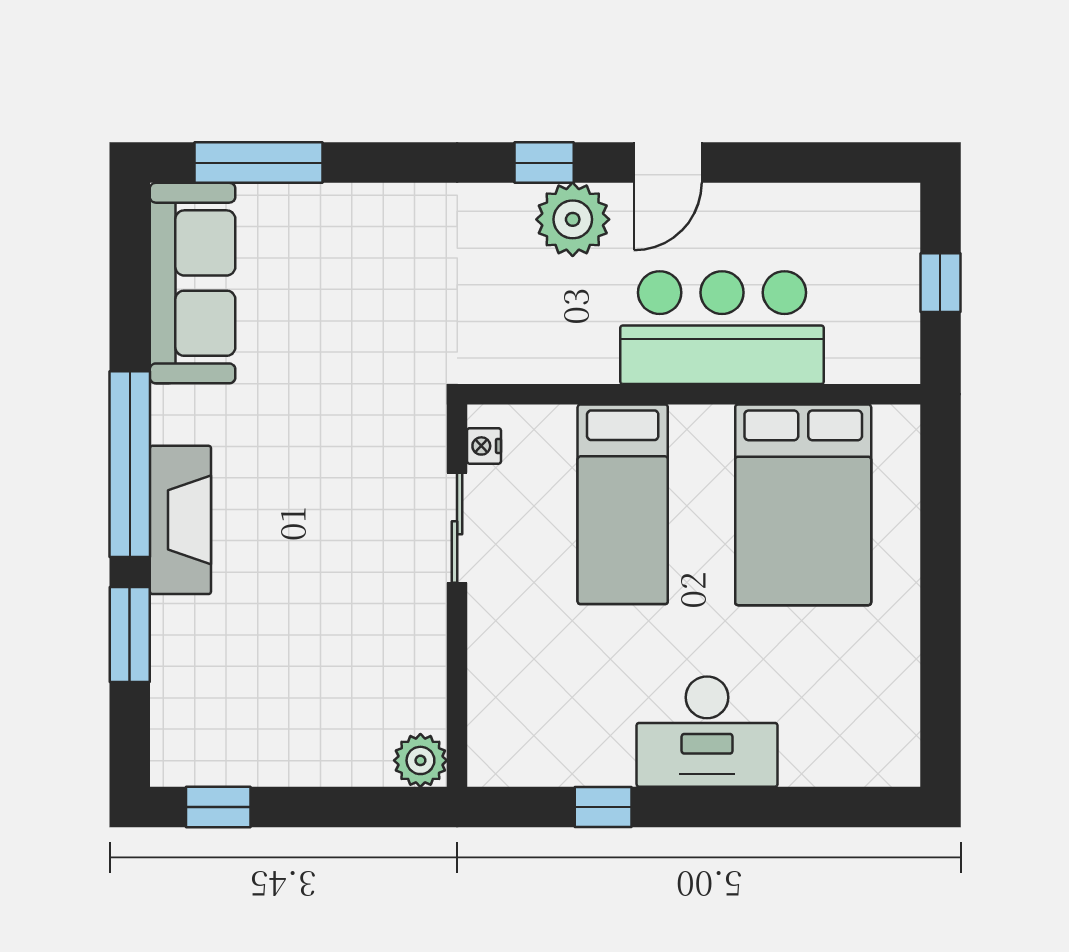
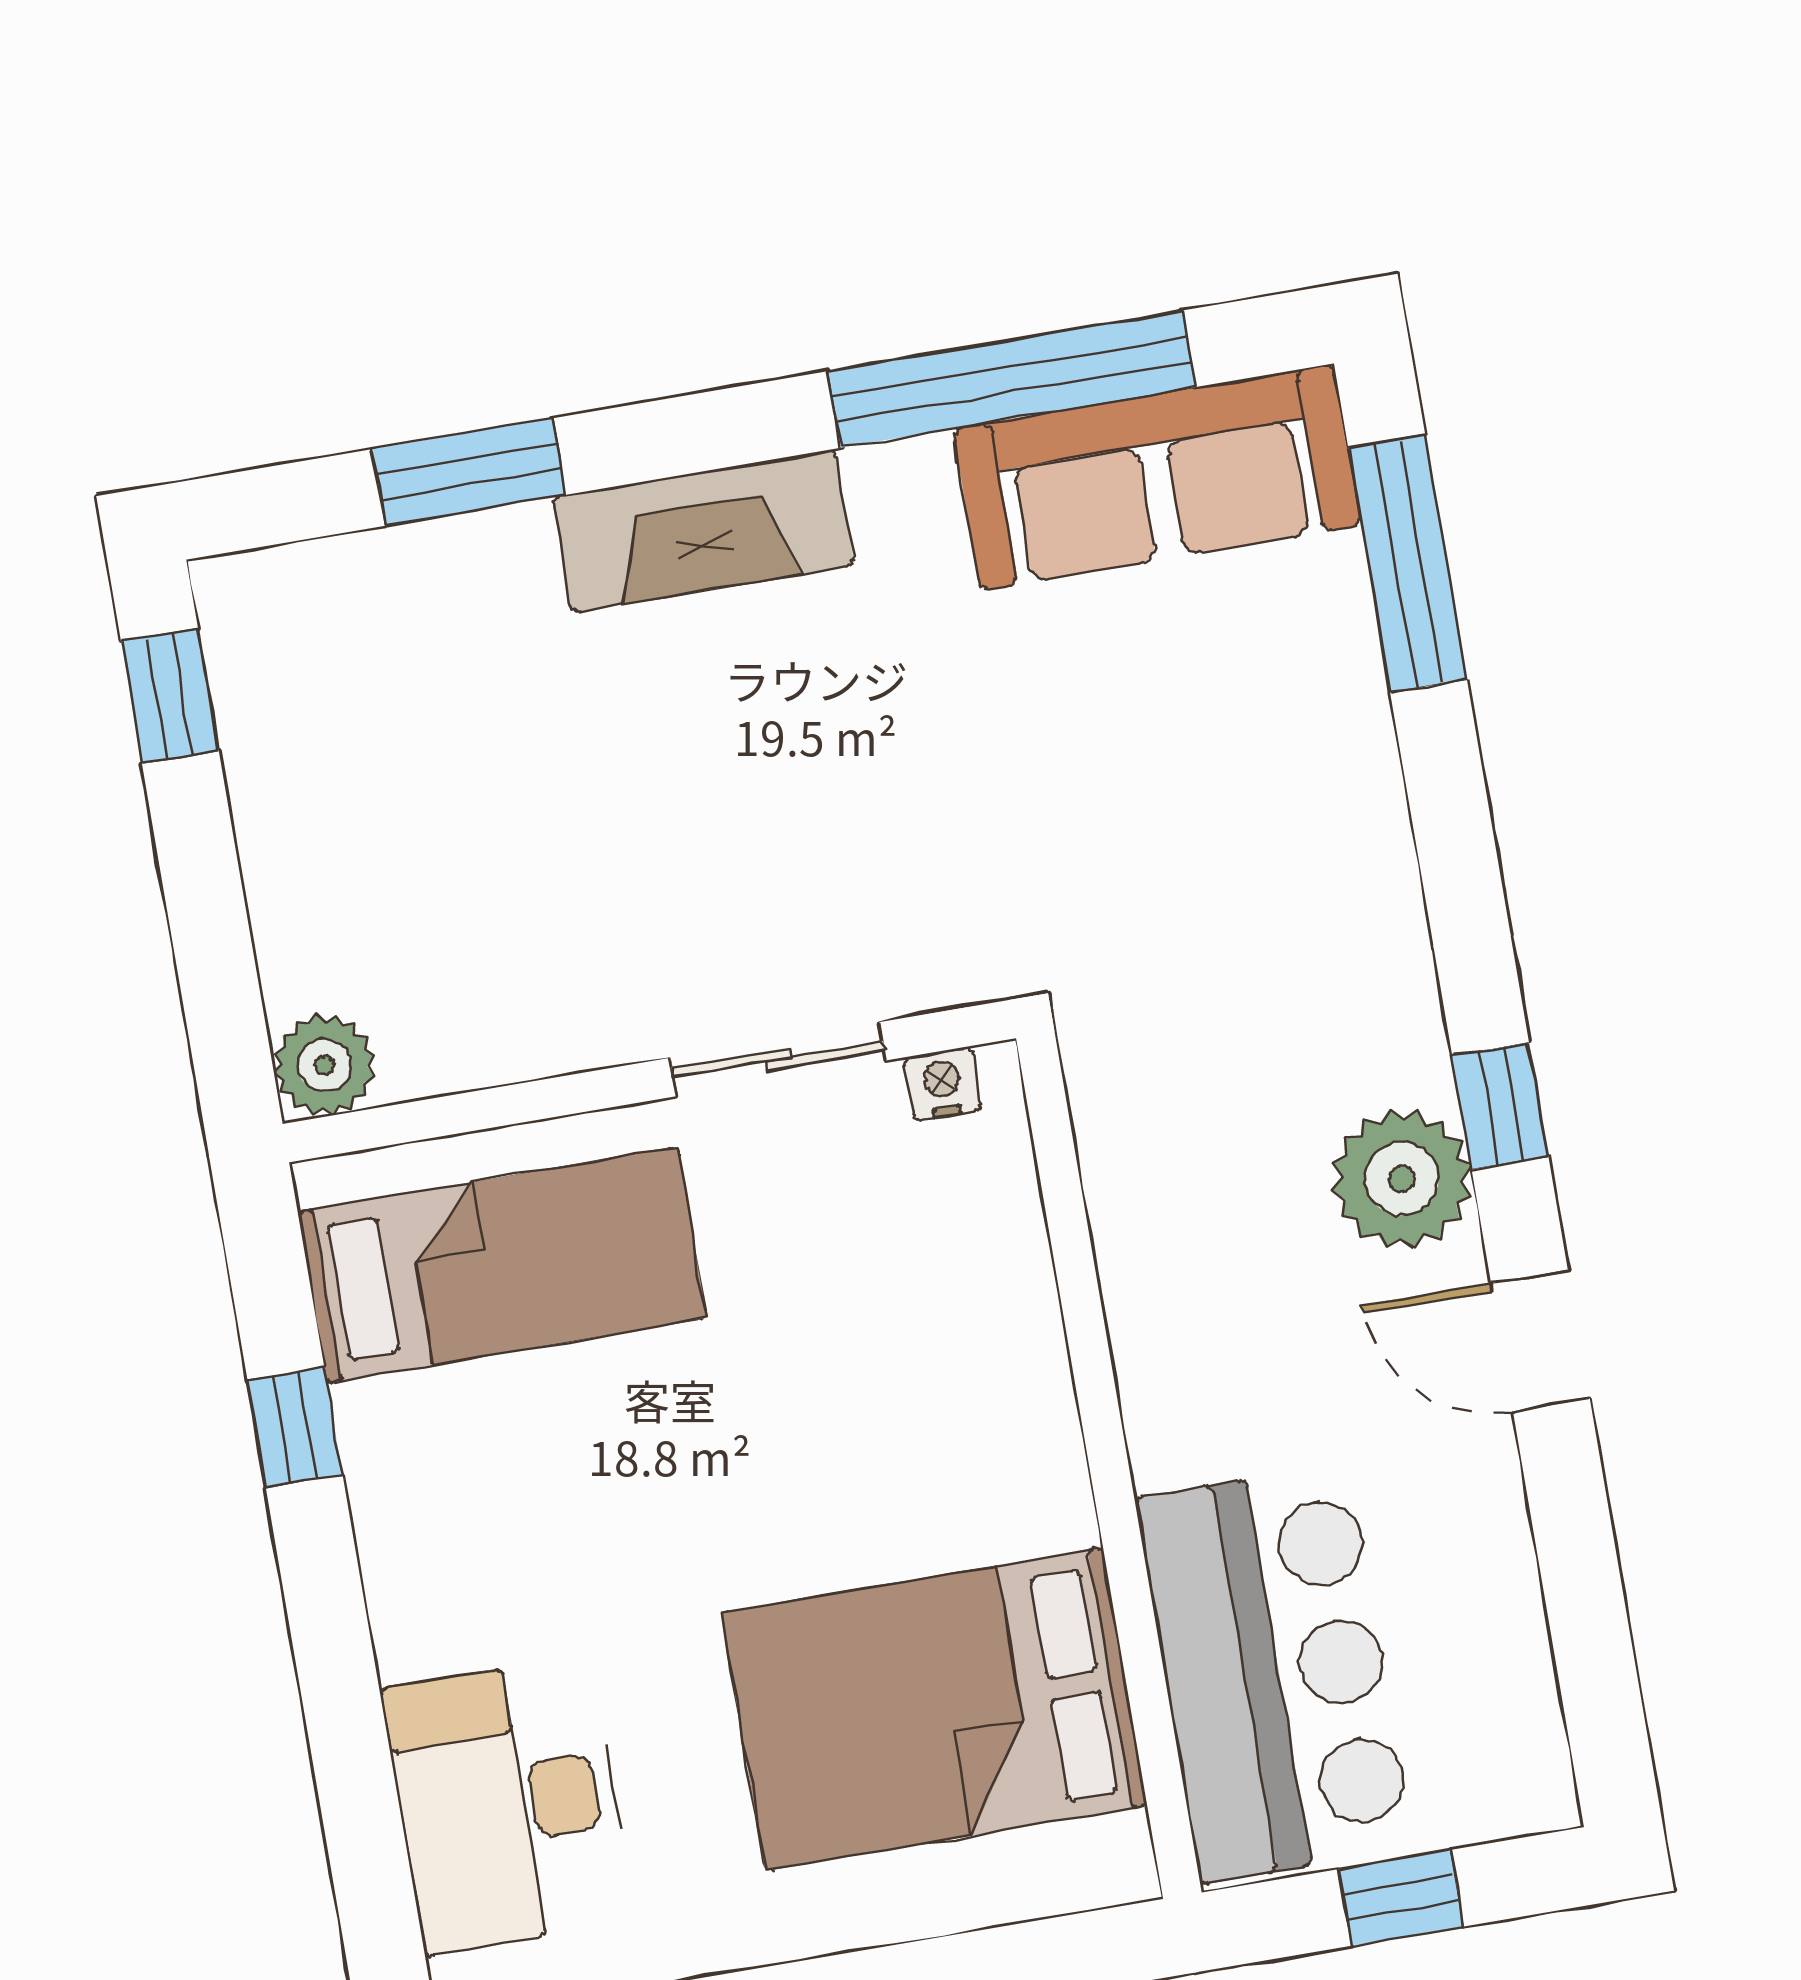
bar counter: (722, 328) -> (1275, 1673), moved
window: (130, 464) -> (1012, 379), moved
bed: (623, 504) -> (502, 1265), moved, turned 180
desk: (707, 732) -> (507, 1805), moved

